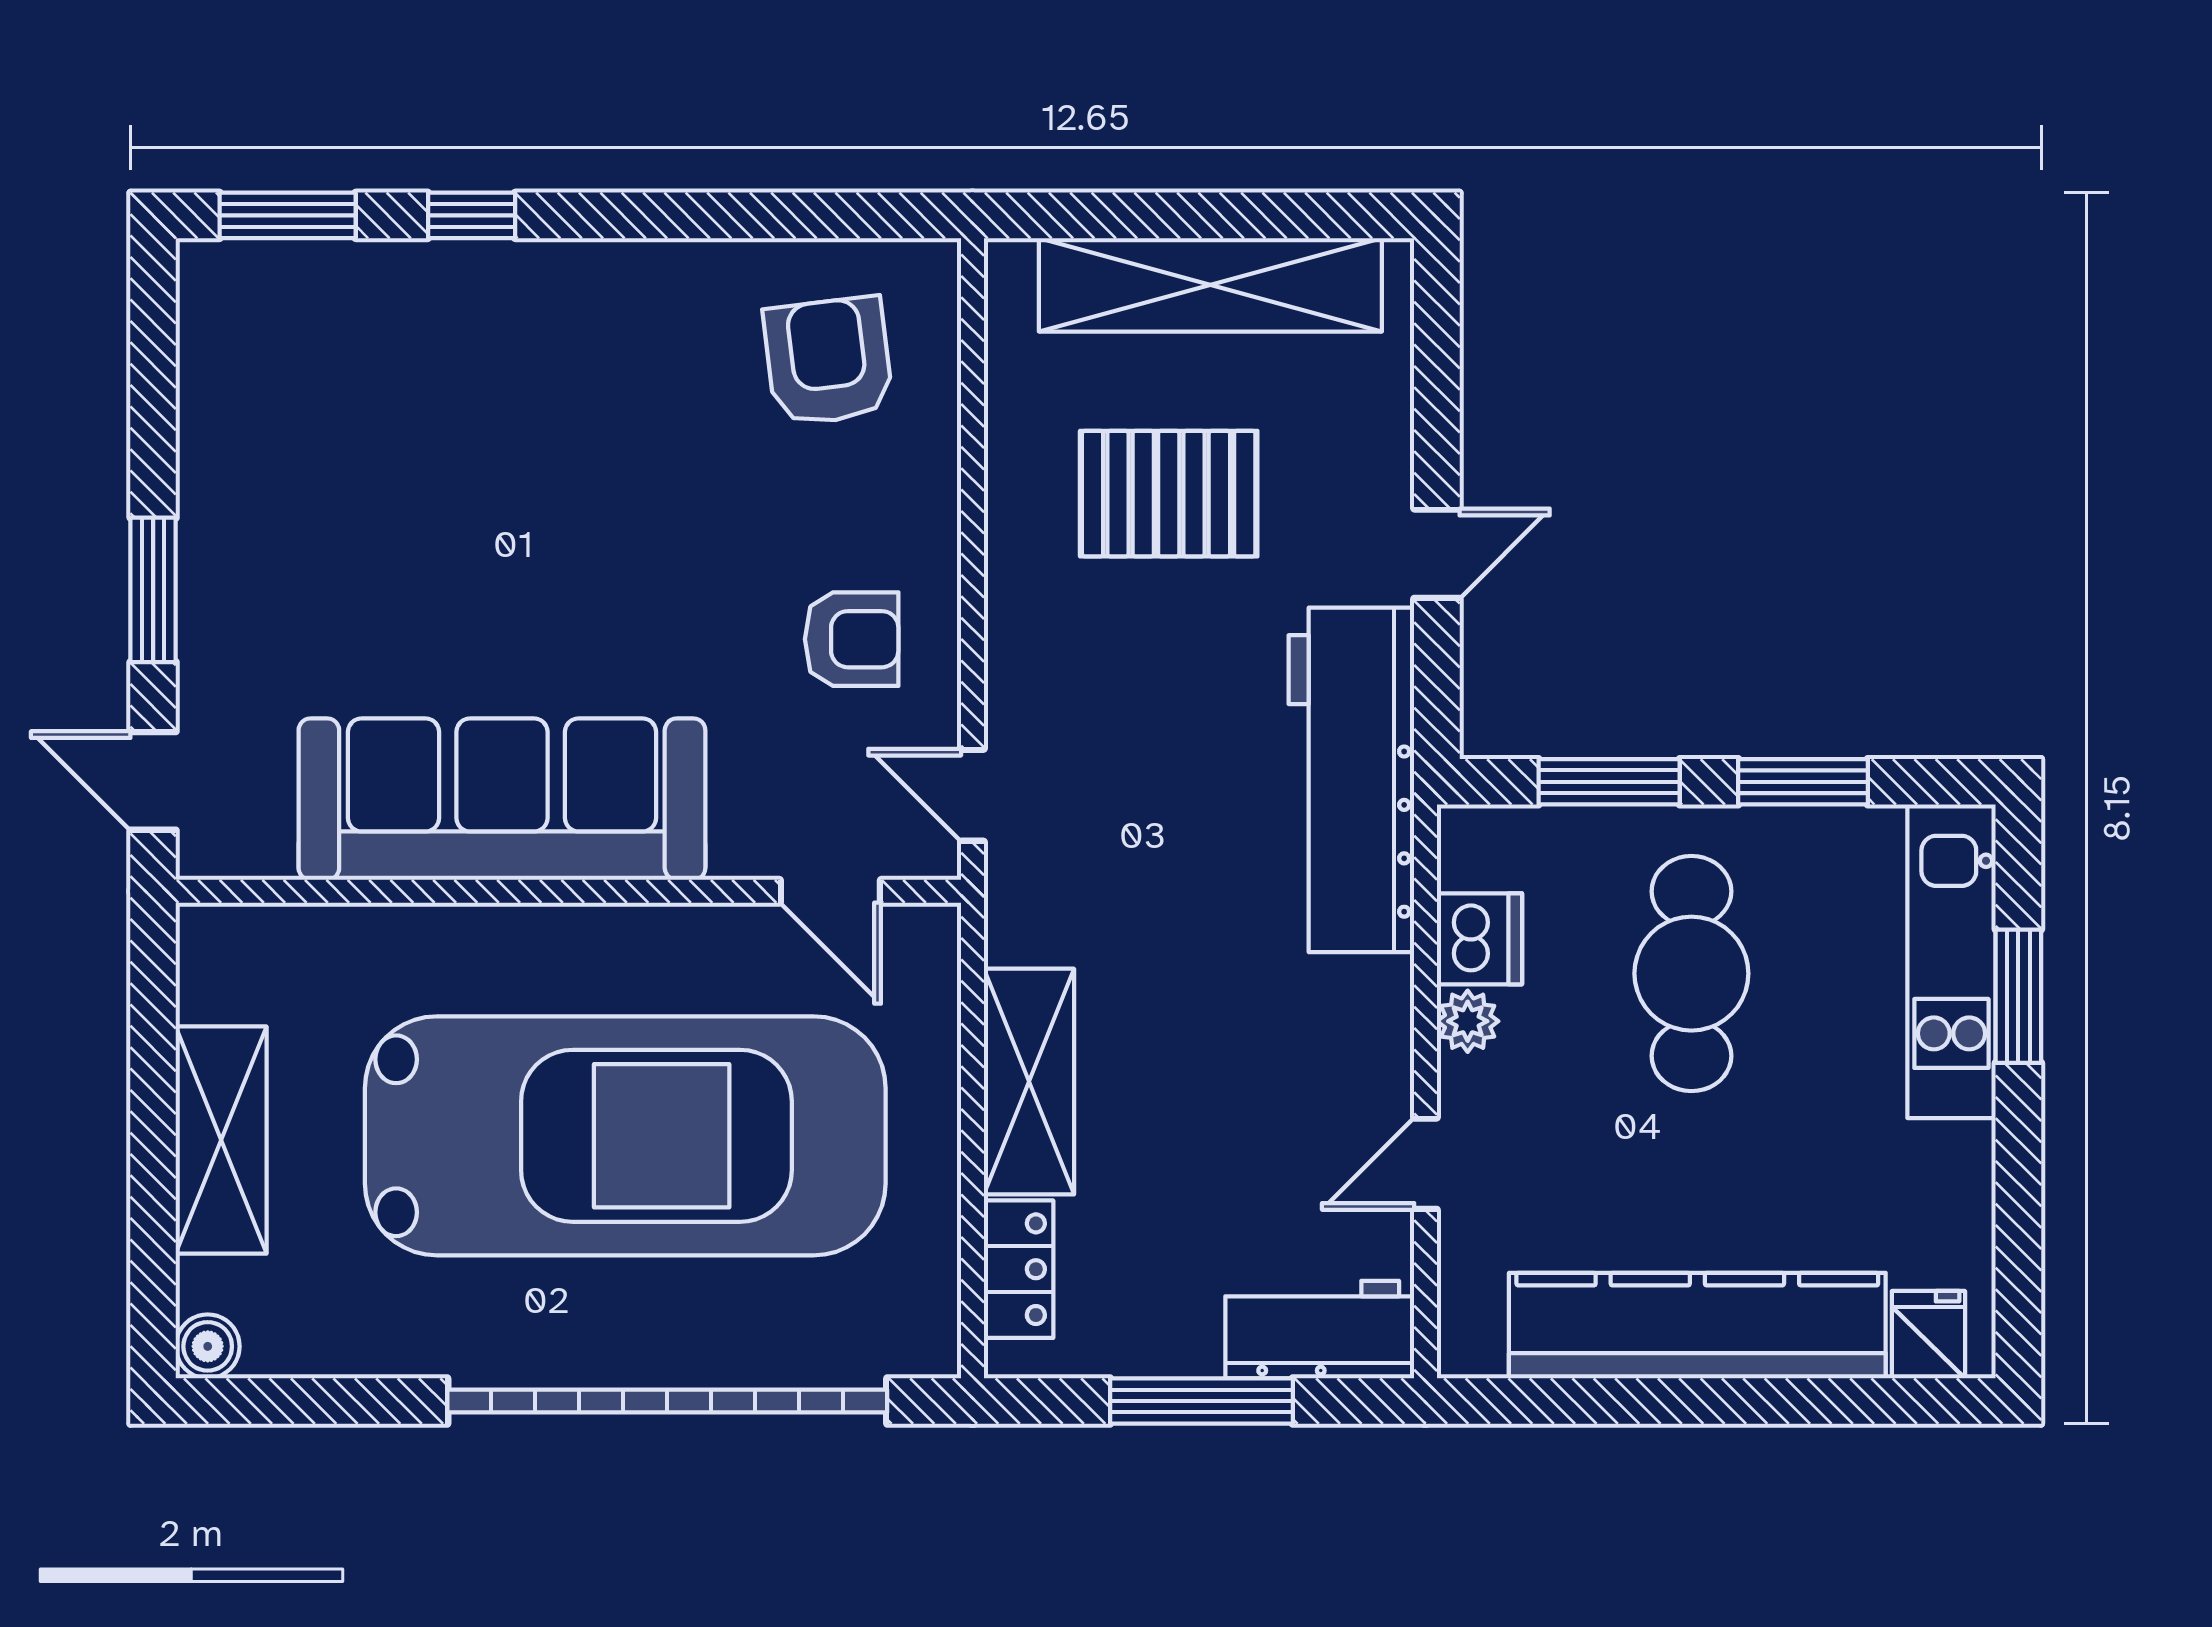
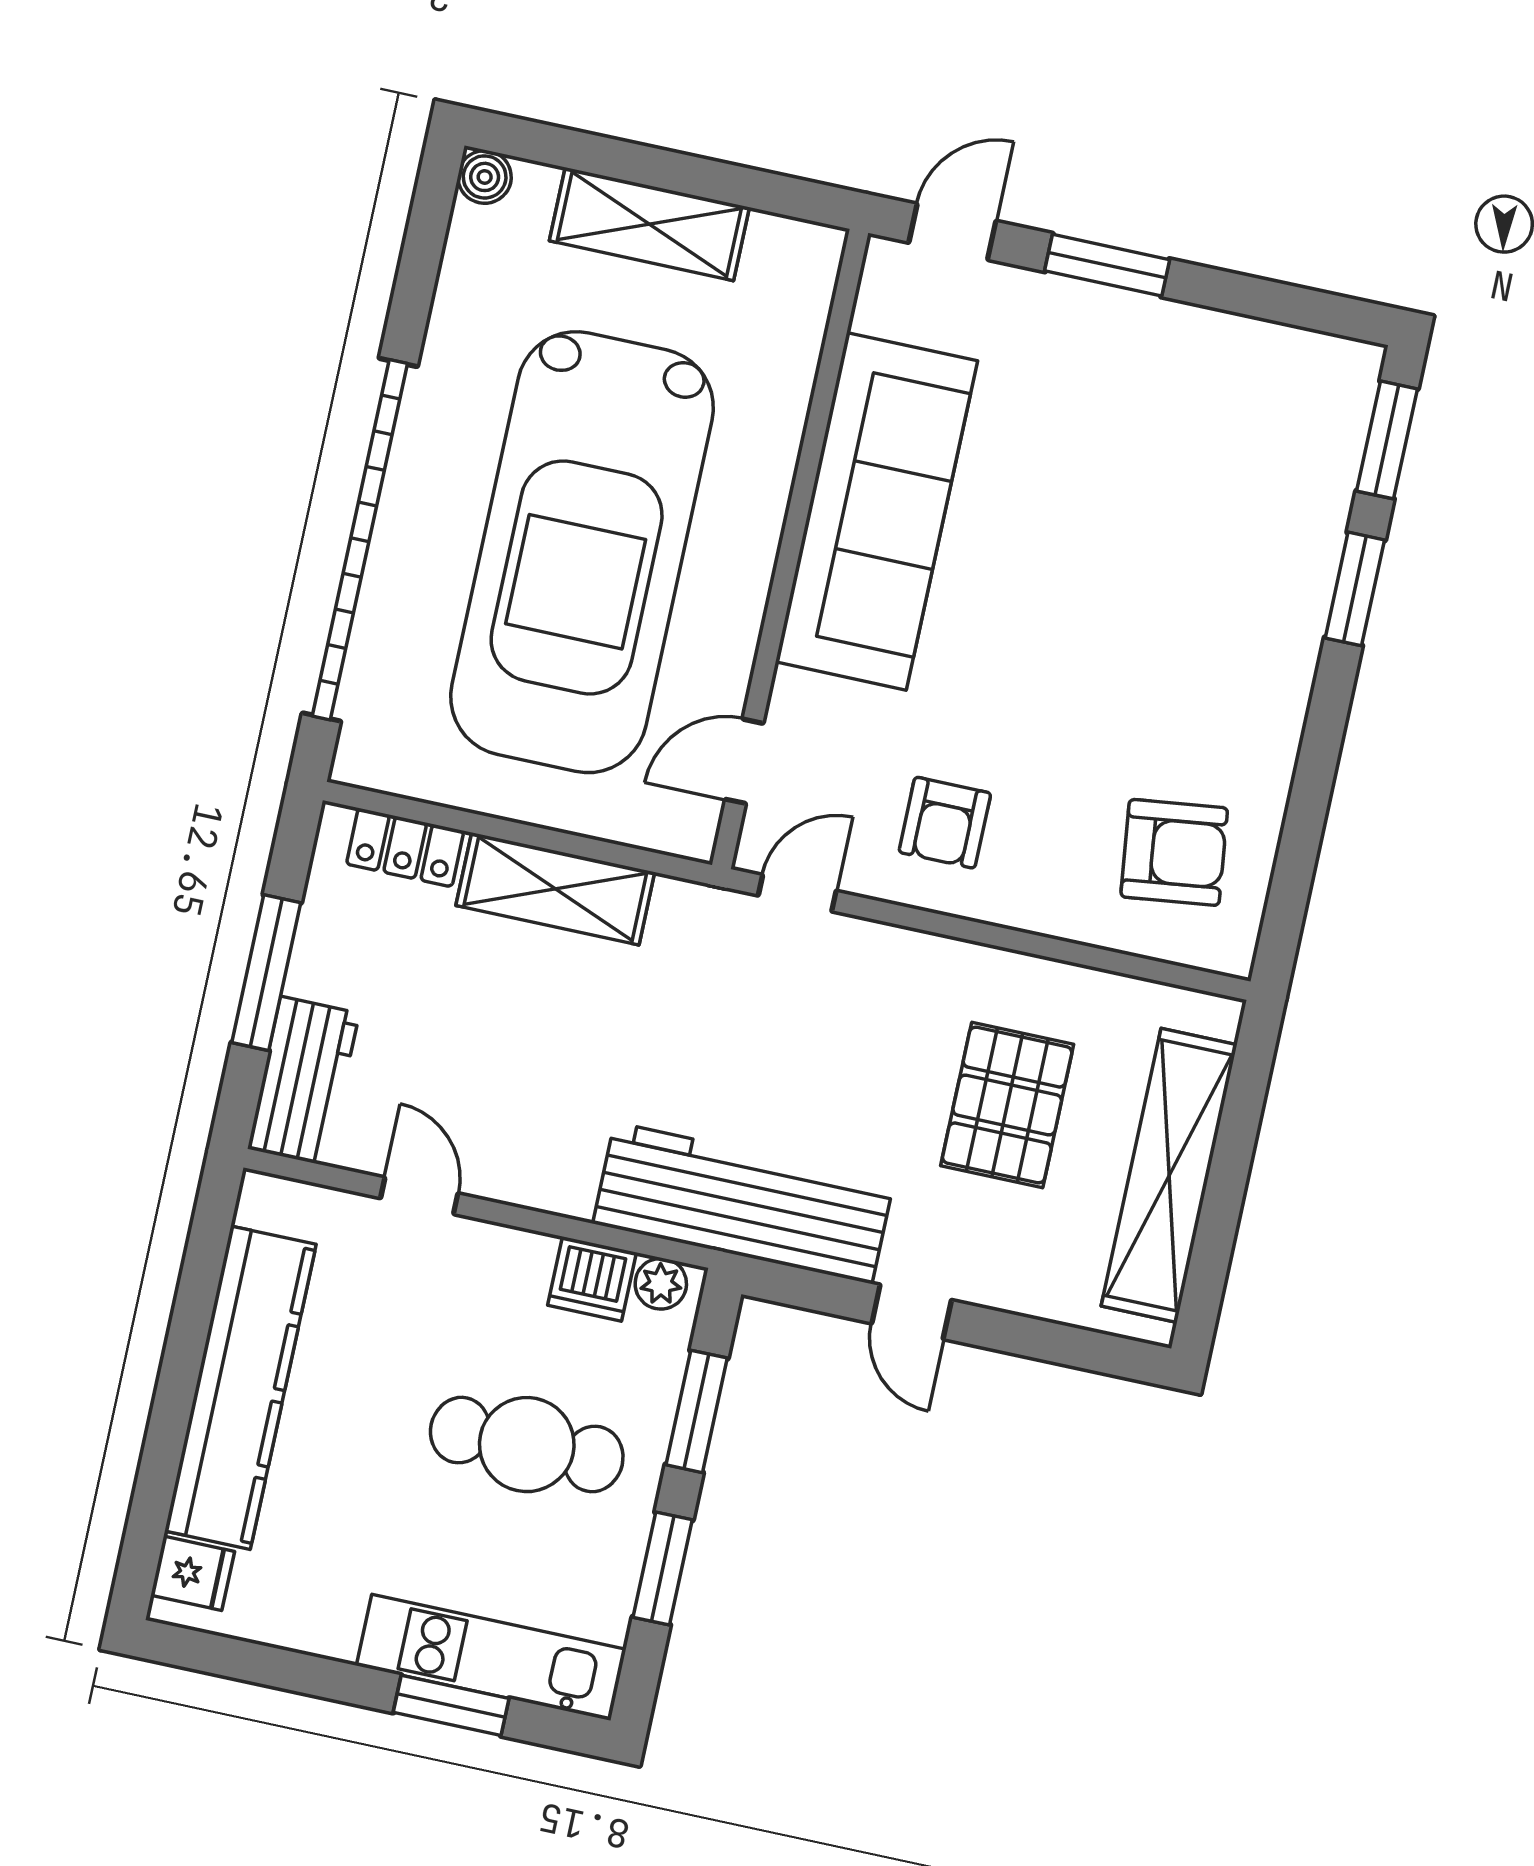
window: (472, 215) -> (1355, 589), width x1.50
plant: (1468, 1021) -> (661, 1284), moved

